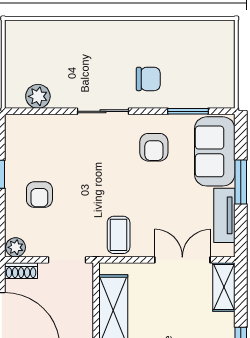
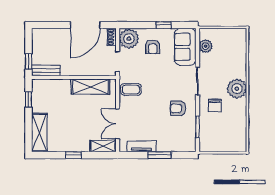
plant: (117, 38) -> (237, 89), added
sofa: (215, 151) -> (185, 47), moved, turned -90
armchair: (39, 195) -> (153, 47), turned -90
plant: (16, 247) -> (129, 39), width x1.88, depth x1.88
double door: (182, 260) -> (118, 124), swing flipped

